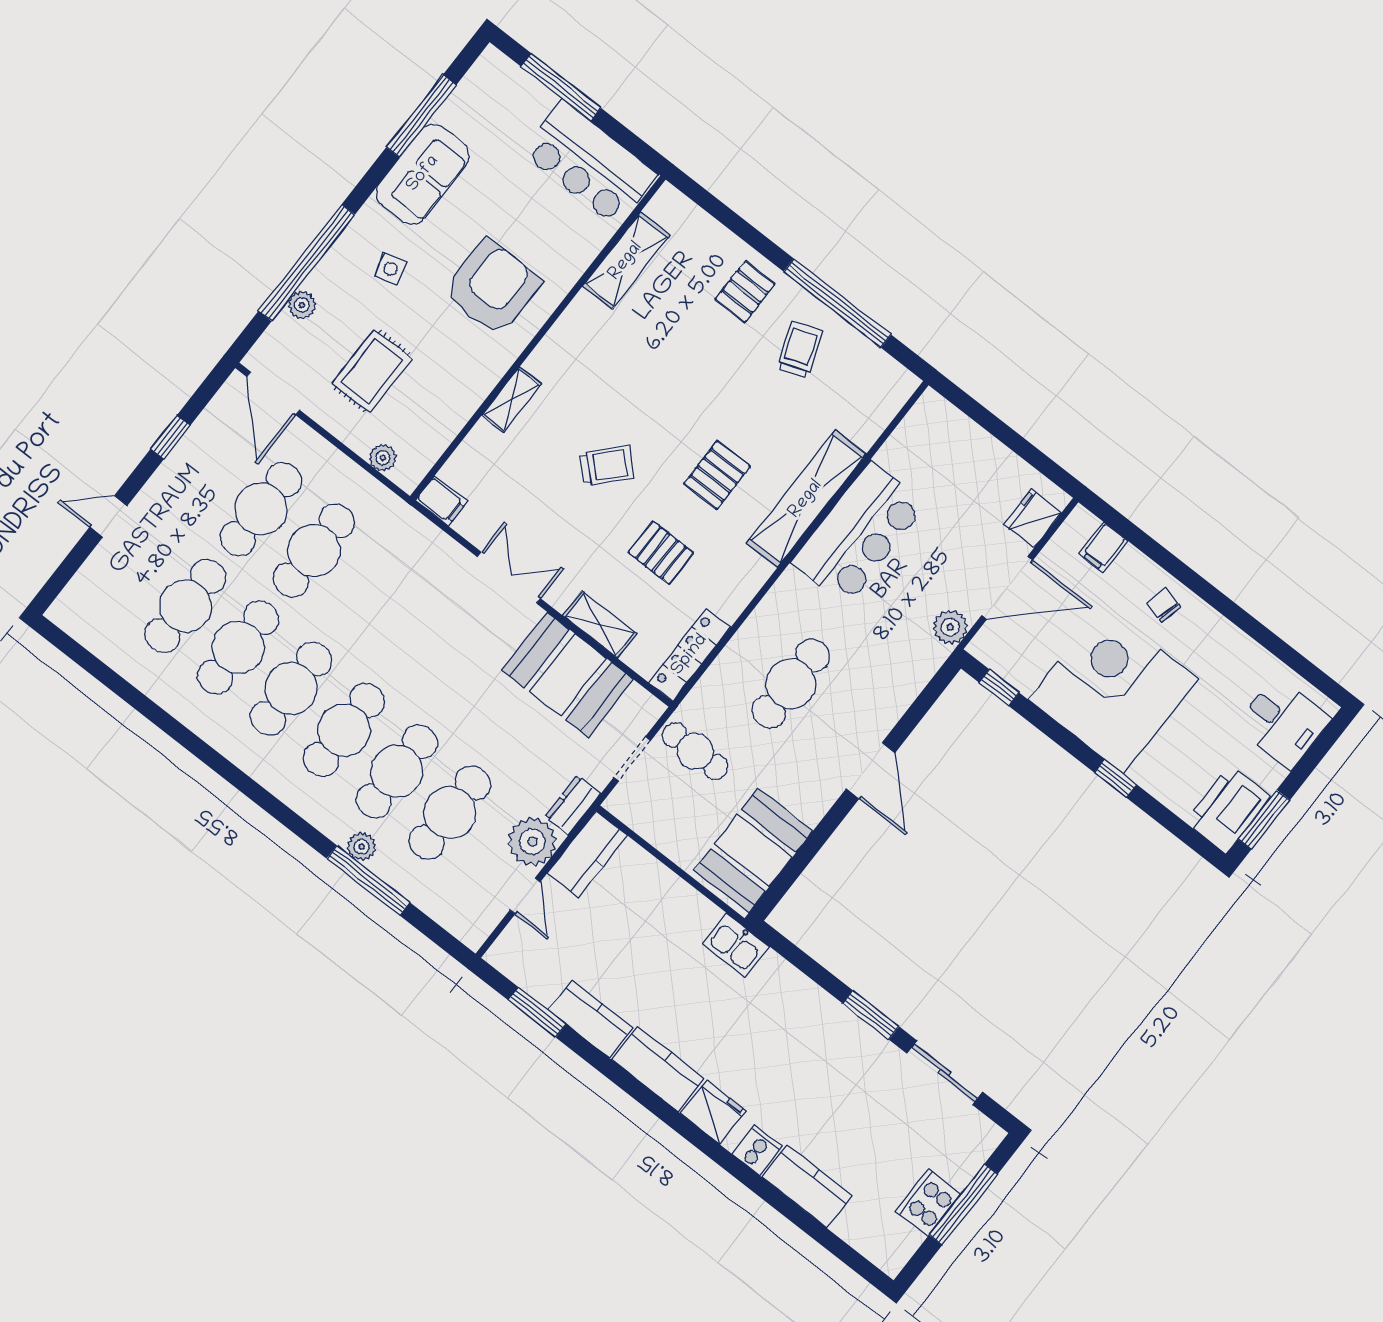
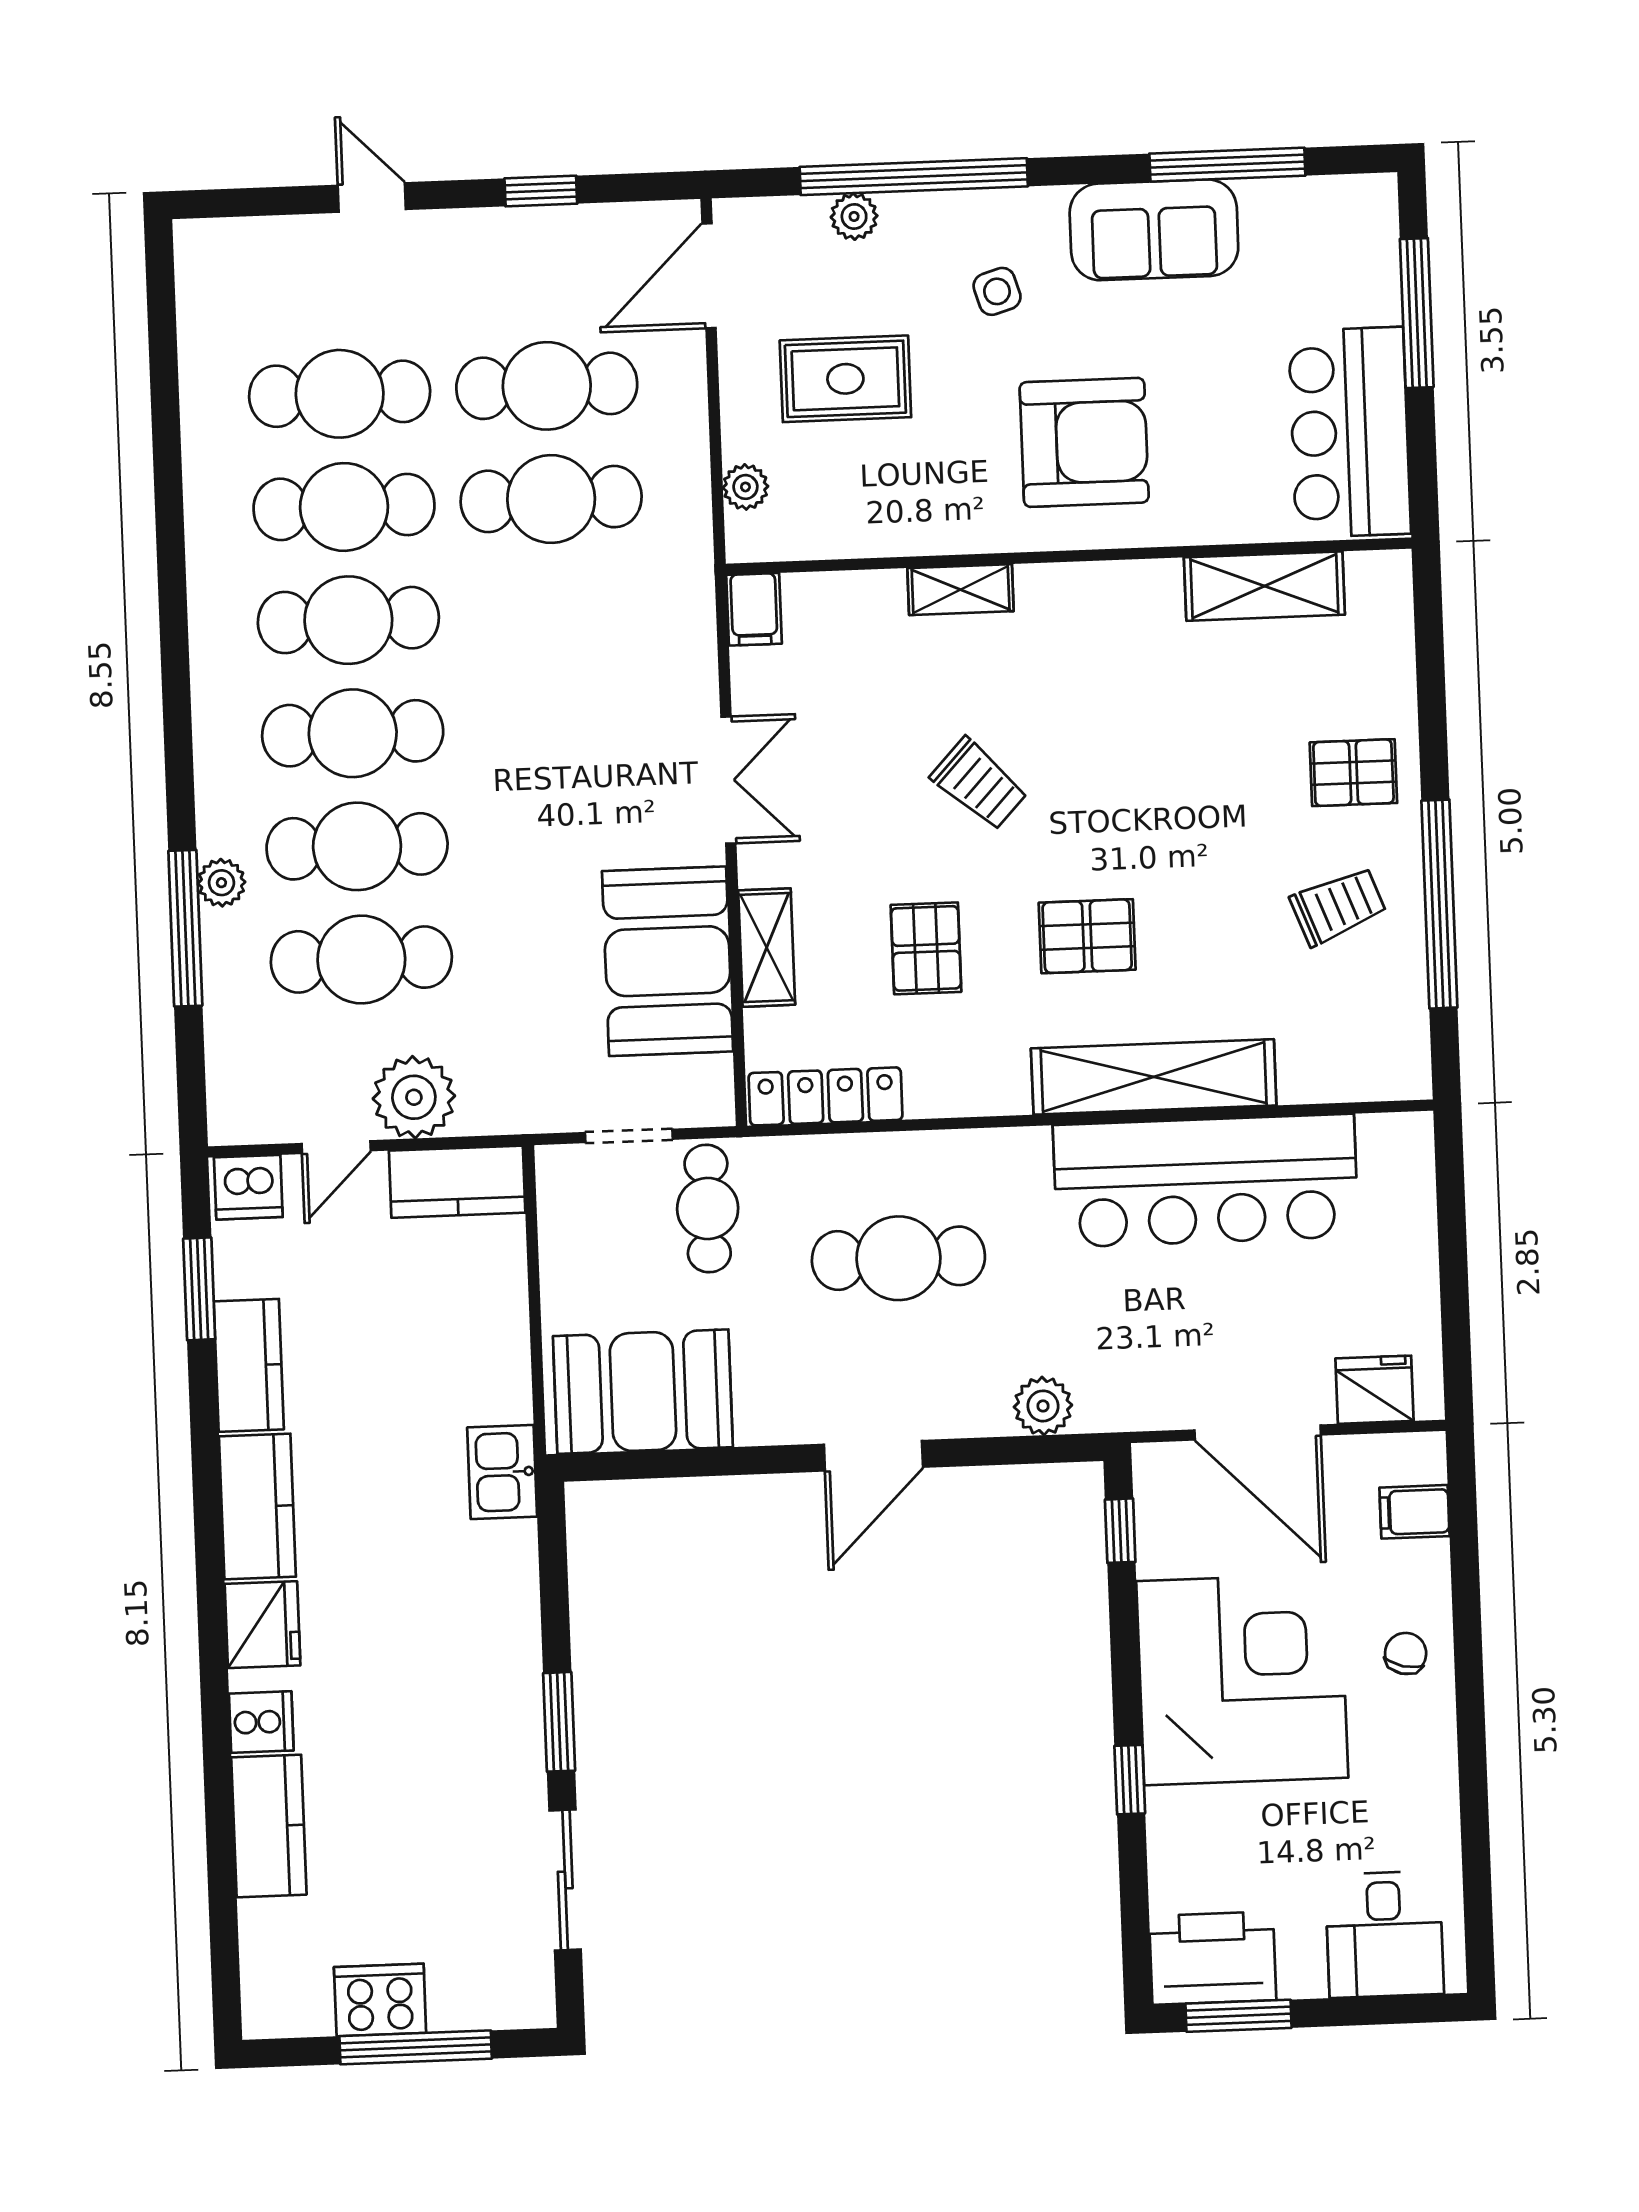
bar counter: (859, 534) -> (1206, 1181), width x1.36
plant: (950, 627) -> (1043, 1406), moved
dresser: (573, 805) -> (505, 1110), removed
dishwasher: (510, 951) -> (248, 1187), added

